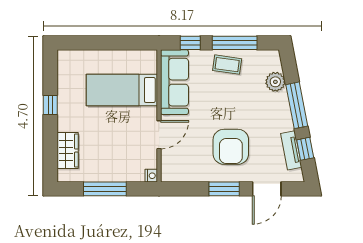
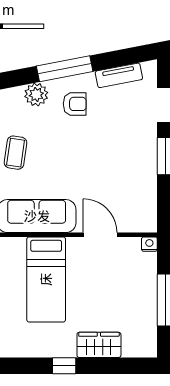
armchair: (231, 147) -> (75, 104), moved, width x0.53, depth x0.53
window: (305, 149) -> (117, 59), removed
wardrobe: (68, 151) -> (99, 345), moved

